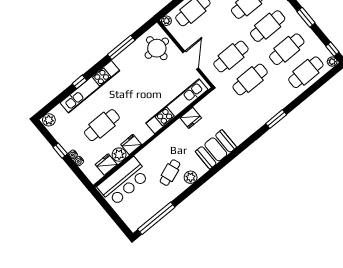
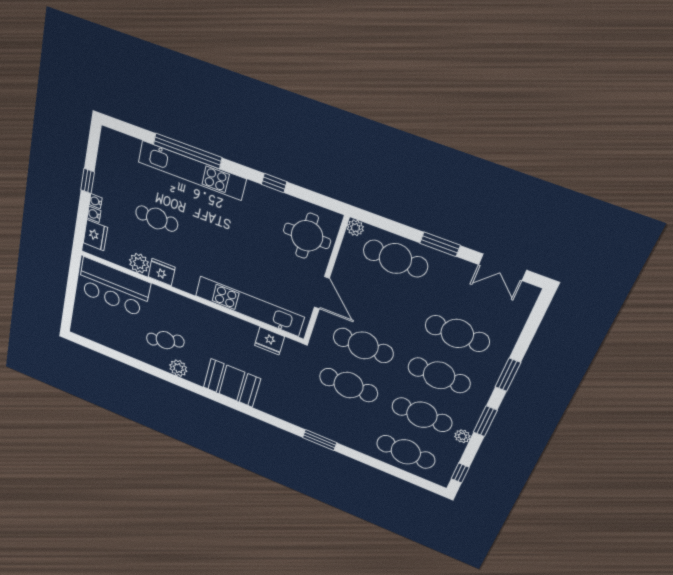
window: (121, 47) -> (274, 183), width x0.46
door: (191, 60) -> (322, 293), hinge flipped
plant: (332, 62) -> (462, 436), moved
window: (79, 82) -> (187, 151), width x3.17
fridge: (191, 118) -> (269, 341), moved
plant: (49, 120) -> (111, 139), removed
cafe table: (102, 125) -> (157, 219), width x0.73, depth x0.74
fridge: (106, 164) -> (95, 235), moved, turned 90
window: (156, 218) -> (105, 351), removed

